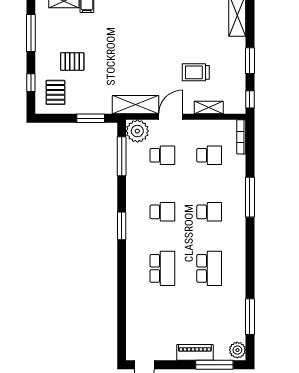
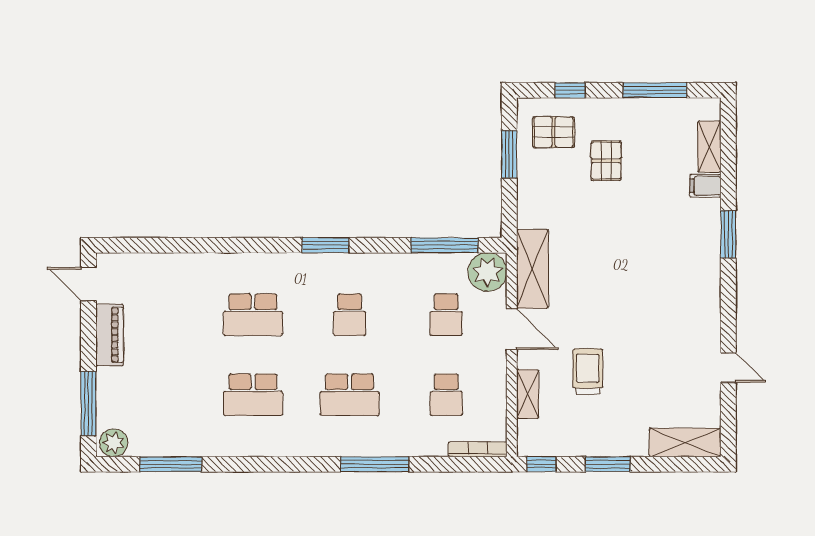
window: (91, 118) -> (509, 154), moved
school desk: (209, 212) -> (350, 395), width x1.85
piano: (195, 352) -> (110, 335), moved

